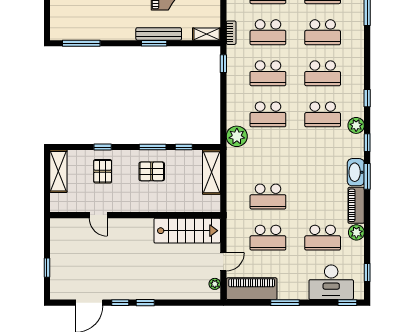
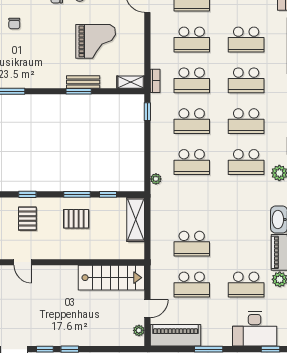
bench: (159, 34) -> (83, 82), width x0.73
plant: (237, 136) -> (156, 179), width x0.53, depth x0.53

